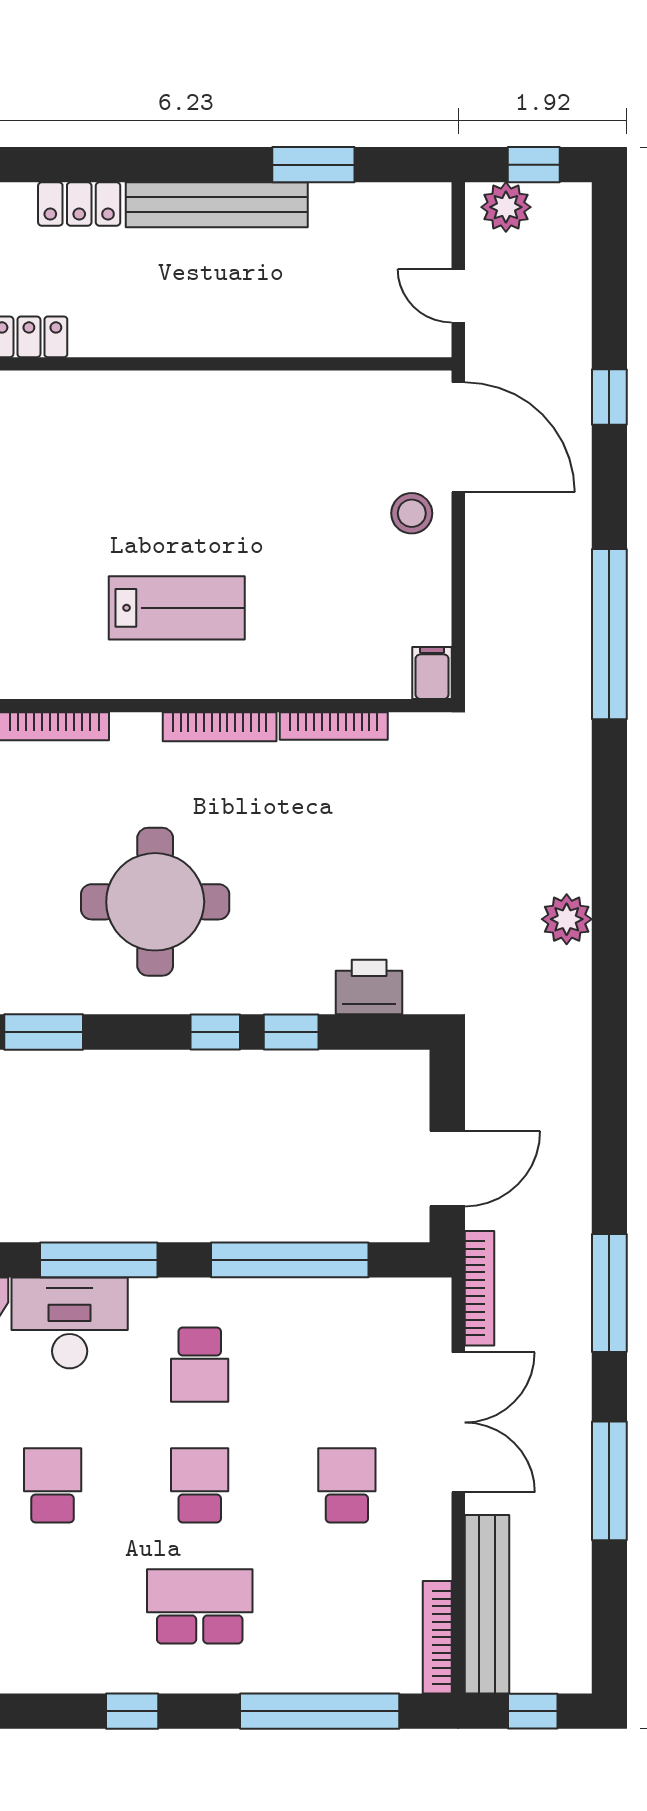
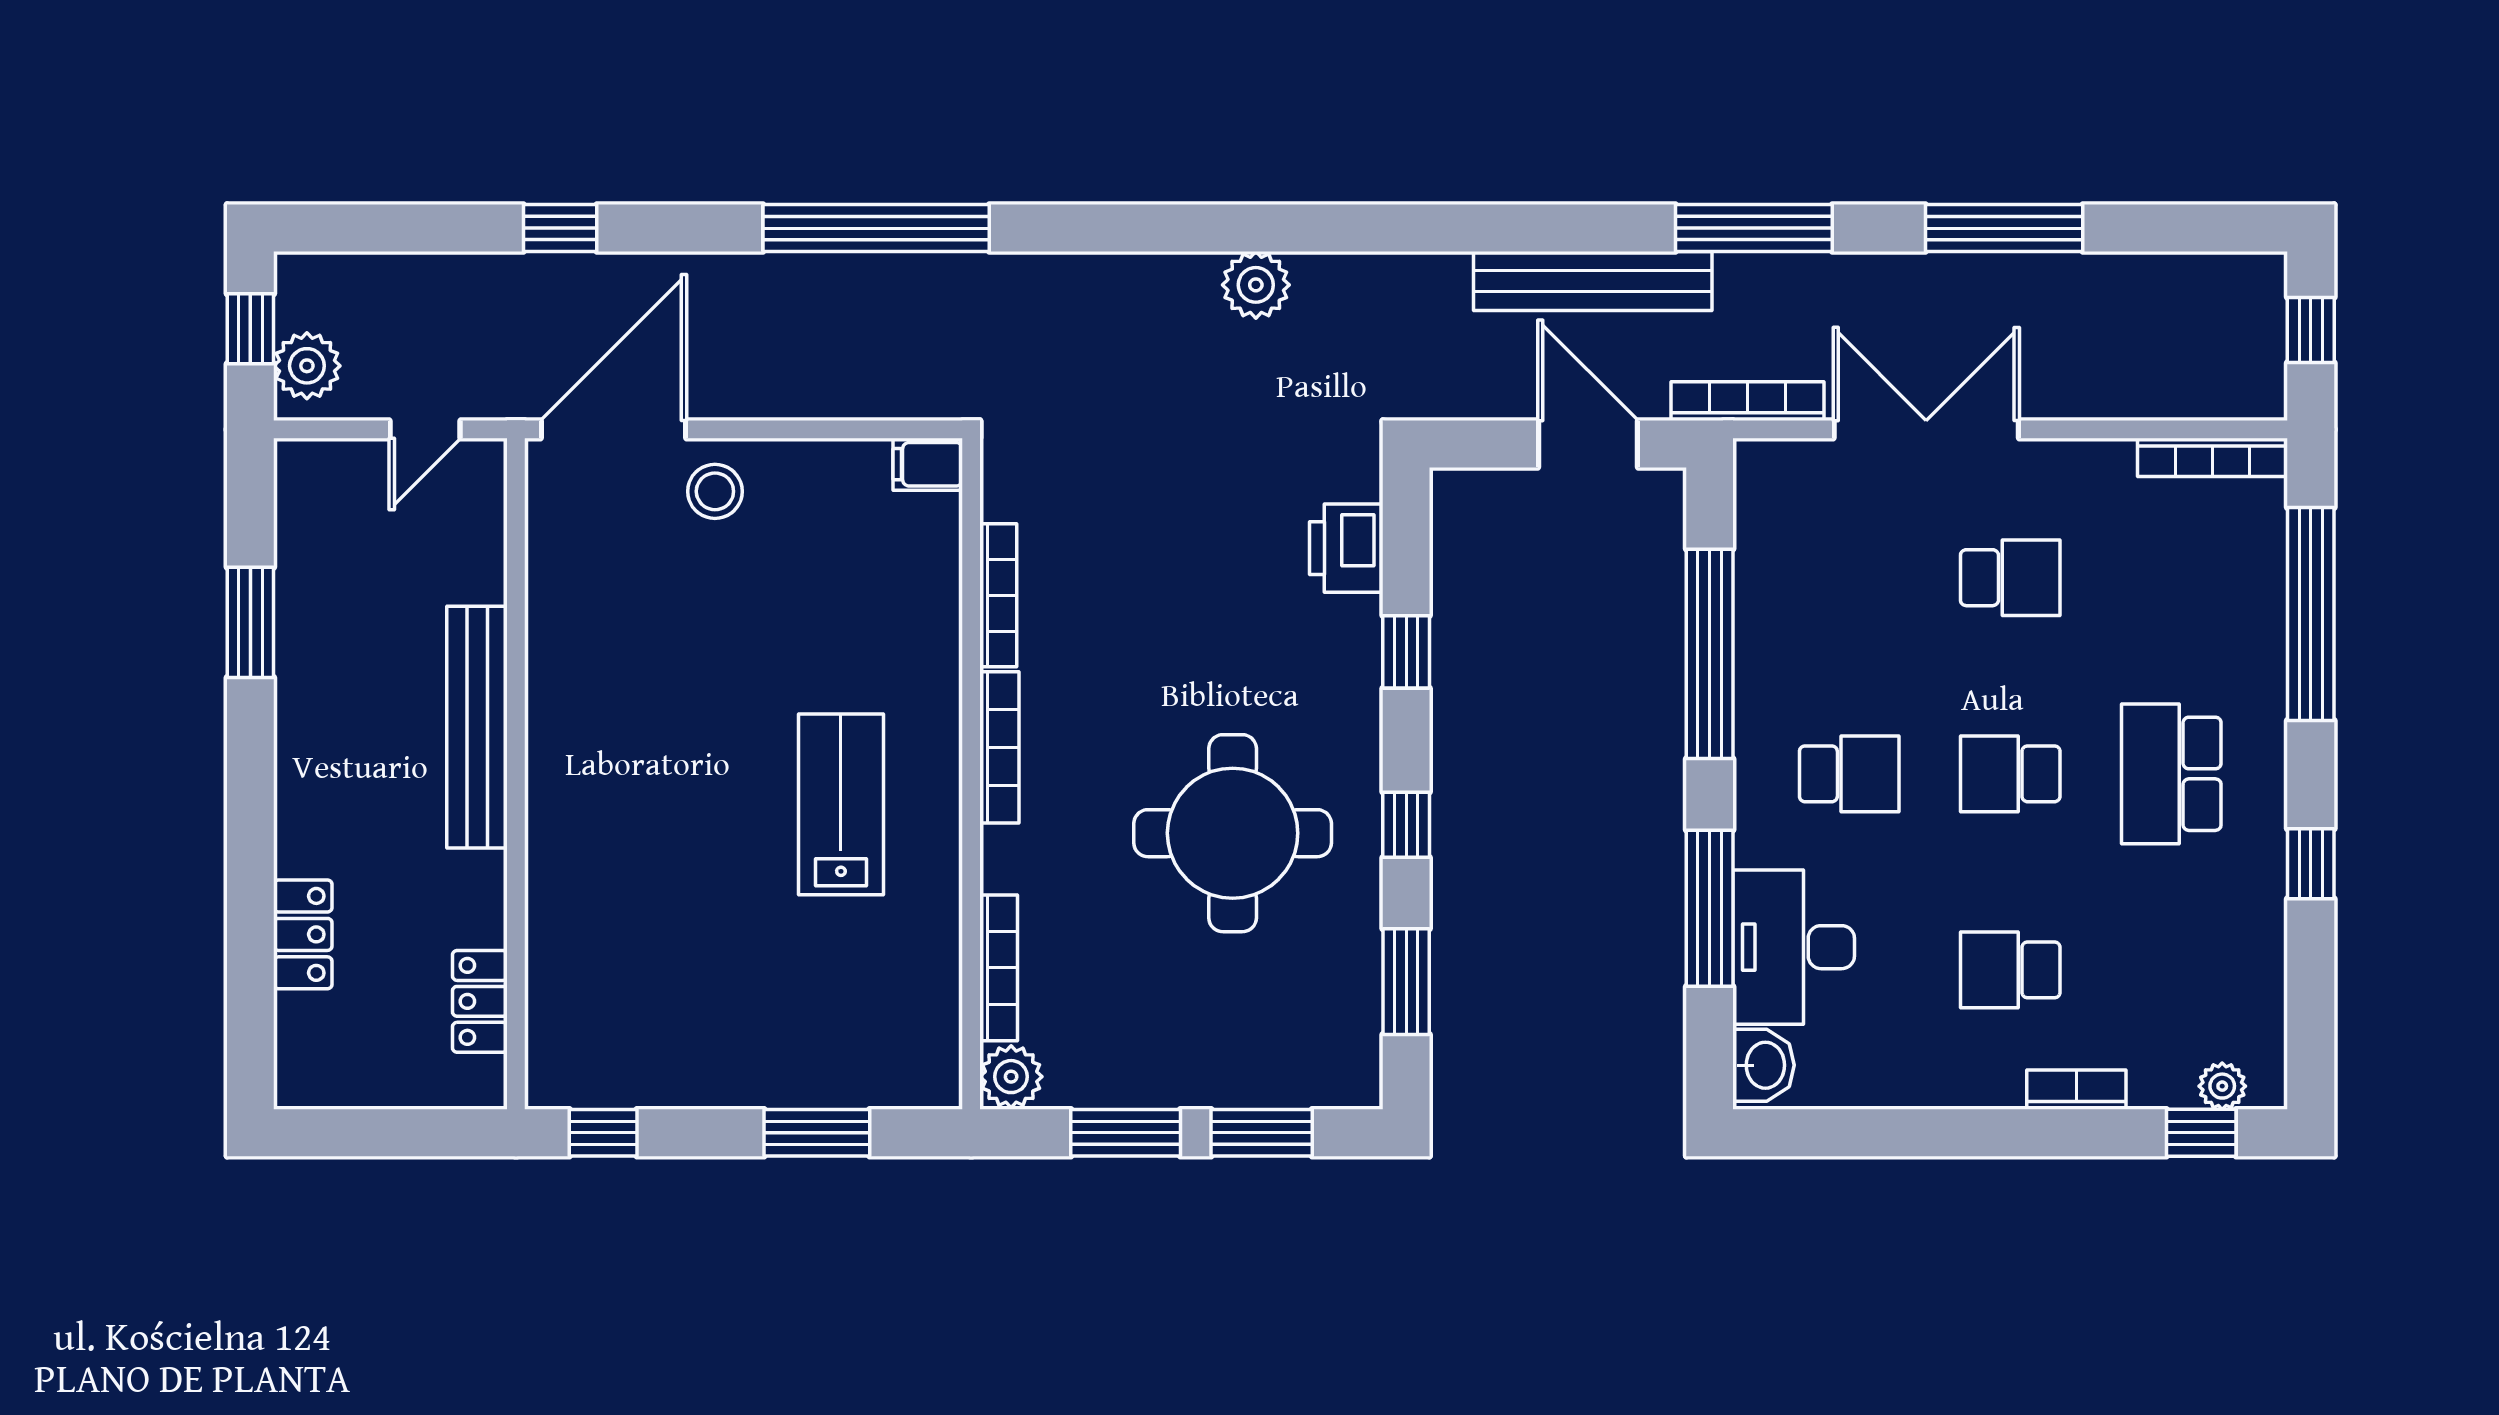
bench: (217, 205) -> (477, 727), moved
window: (215, 1032) -> (1406, 825), moved
school desk: (347, 1485) -> (2010, 578), turned 180
bench: (487, 1604) -> (1593, 281), moved

